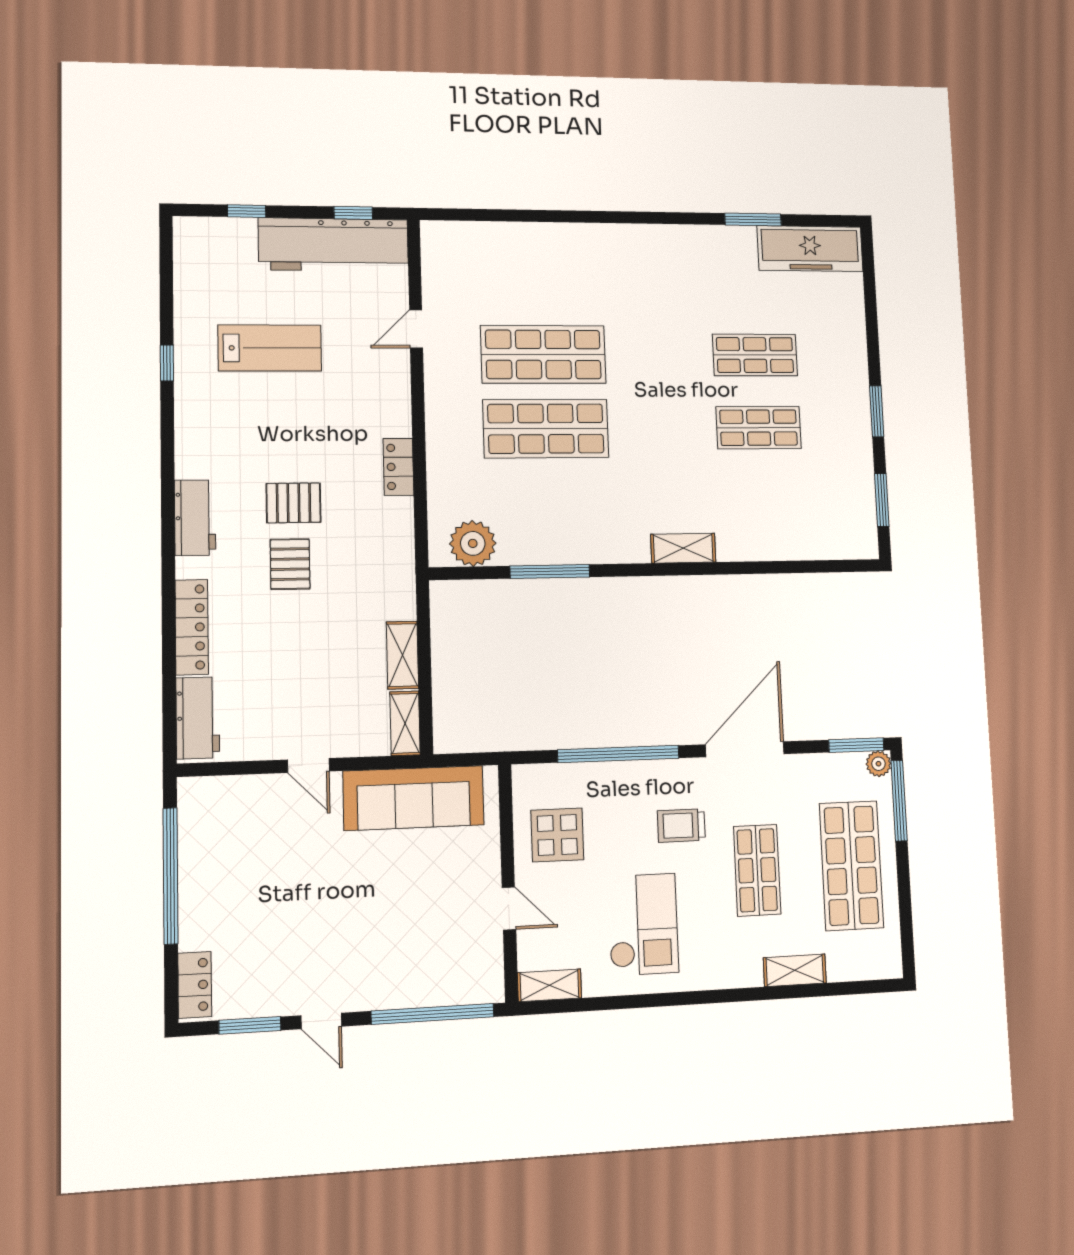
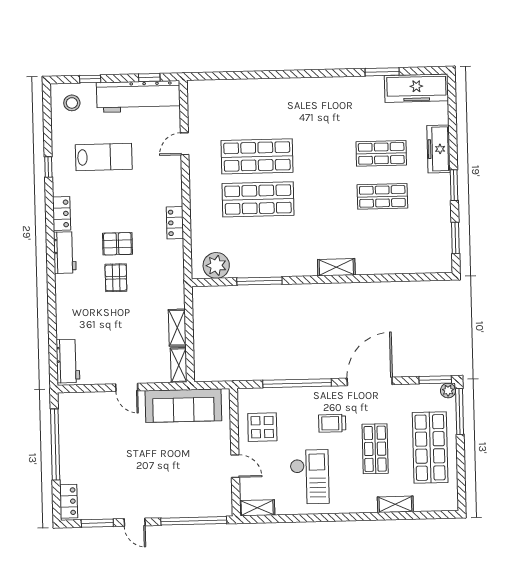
stool: (212, 251) -> (72, 103), added
freezer: (849, 350) -> (439, 149), added
locker: (192, 627) -> (62, 214), moved, width x0.66

